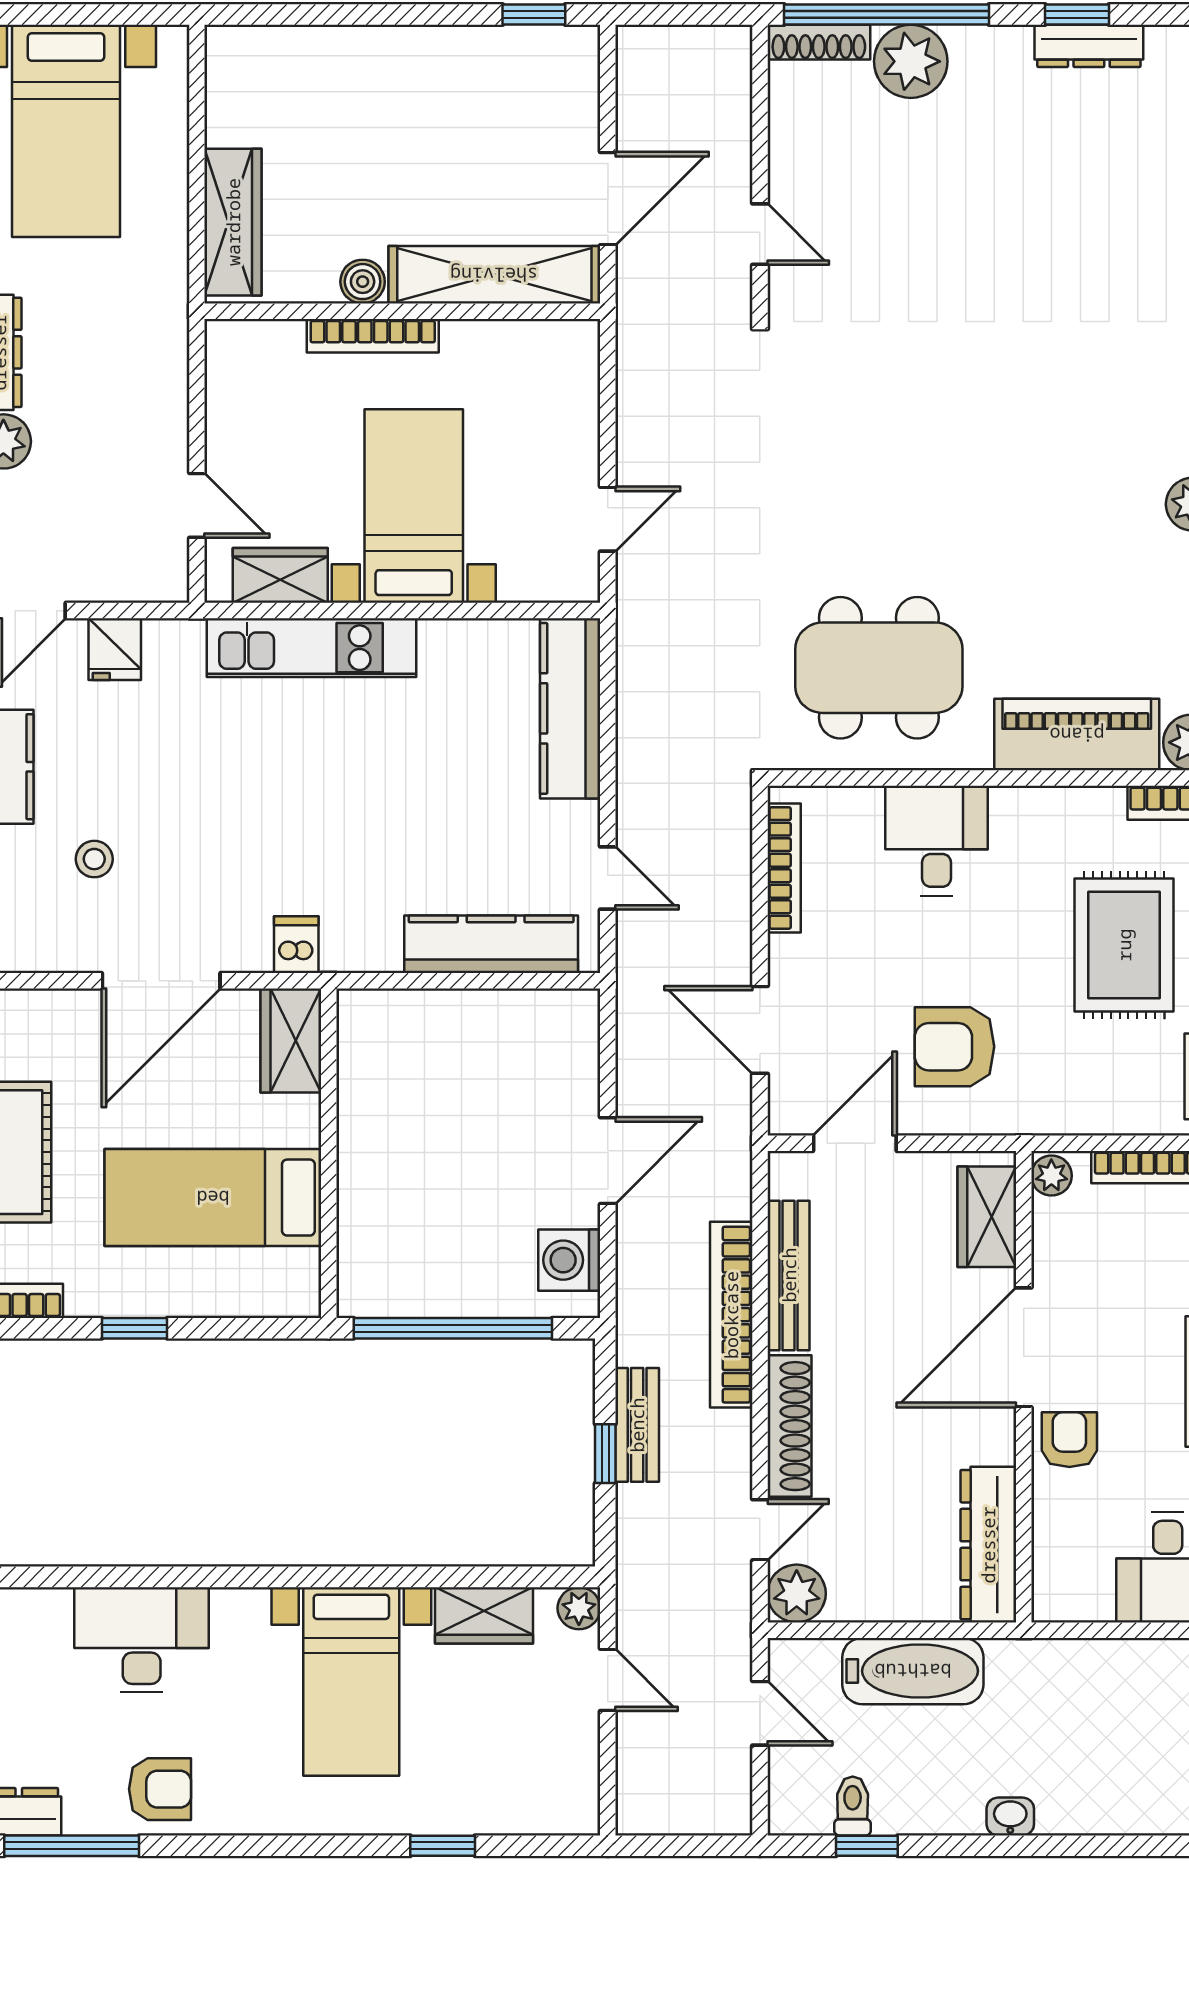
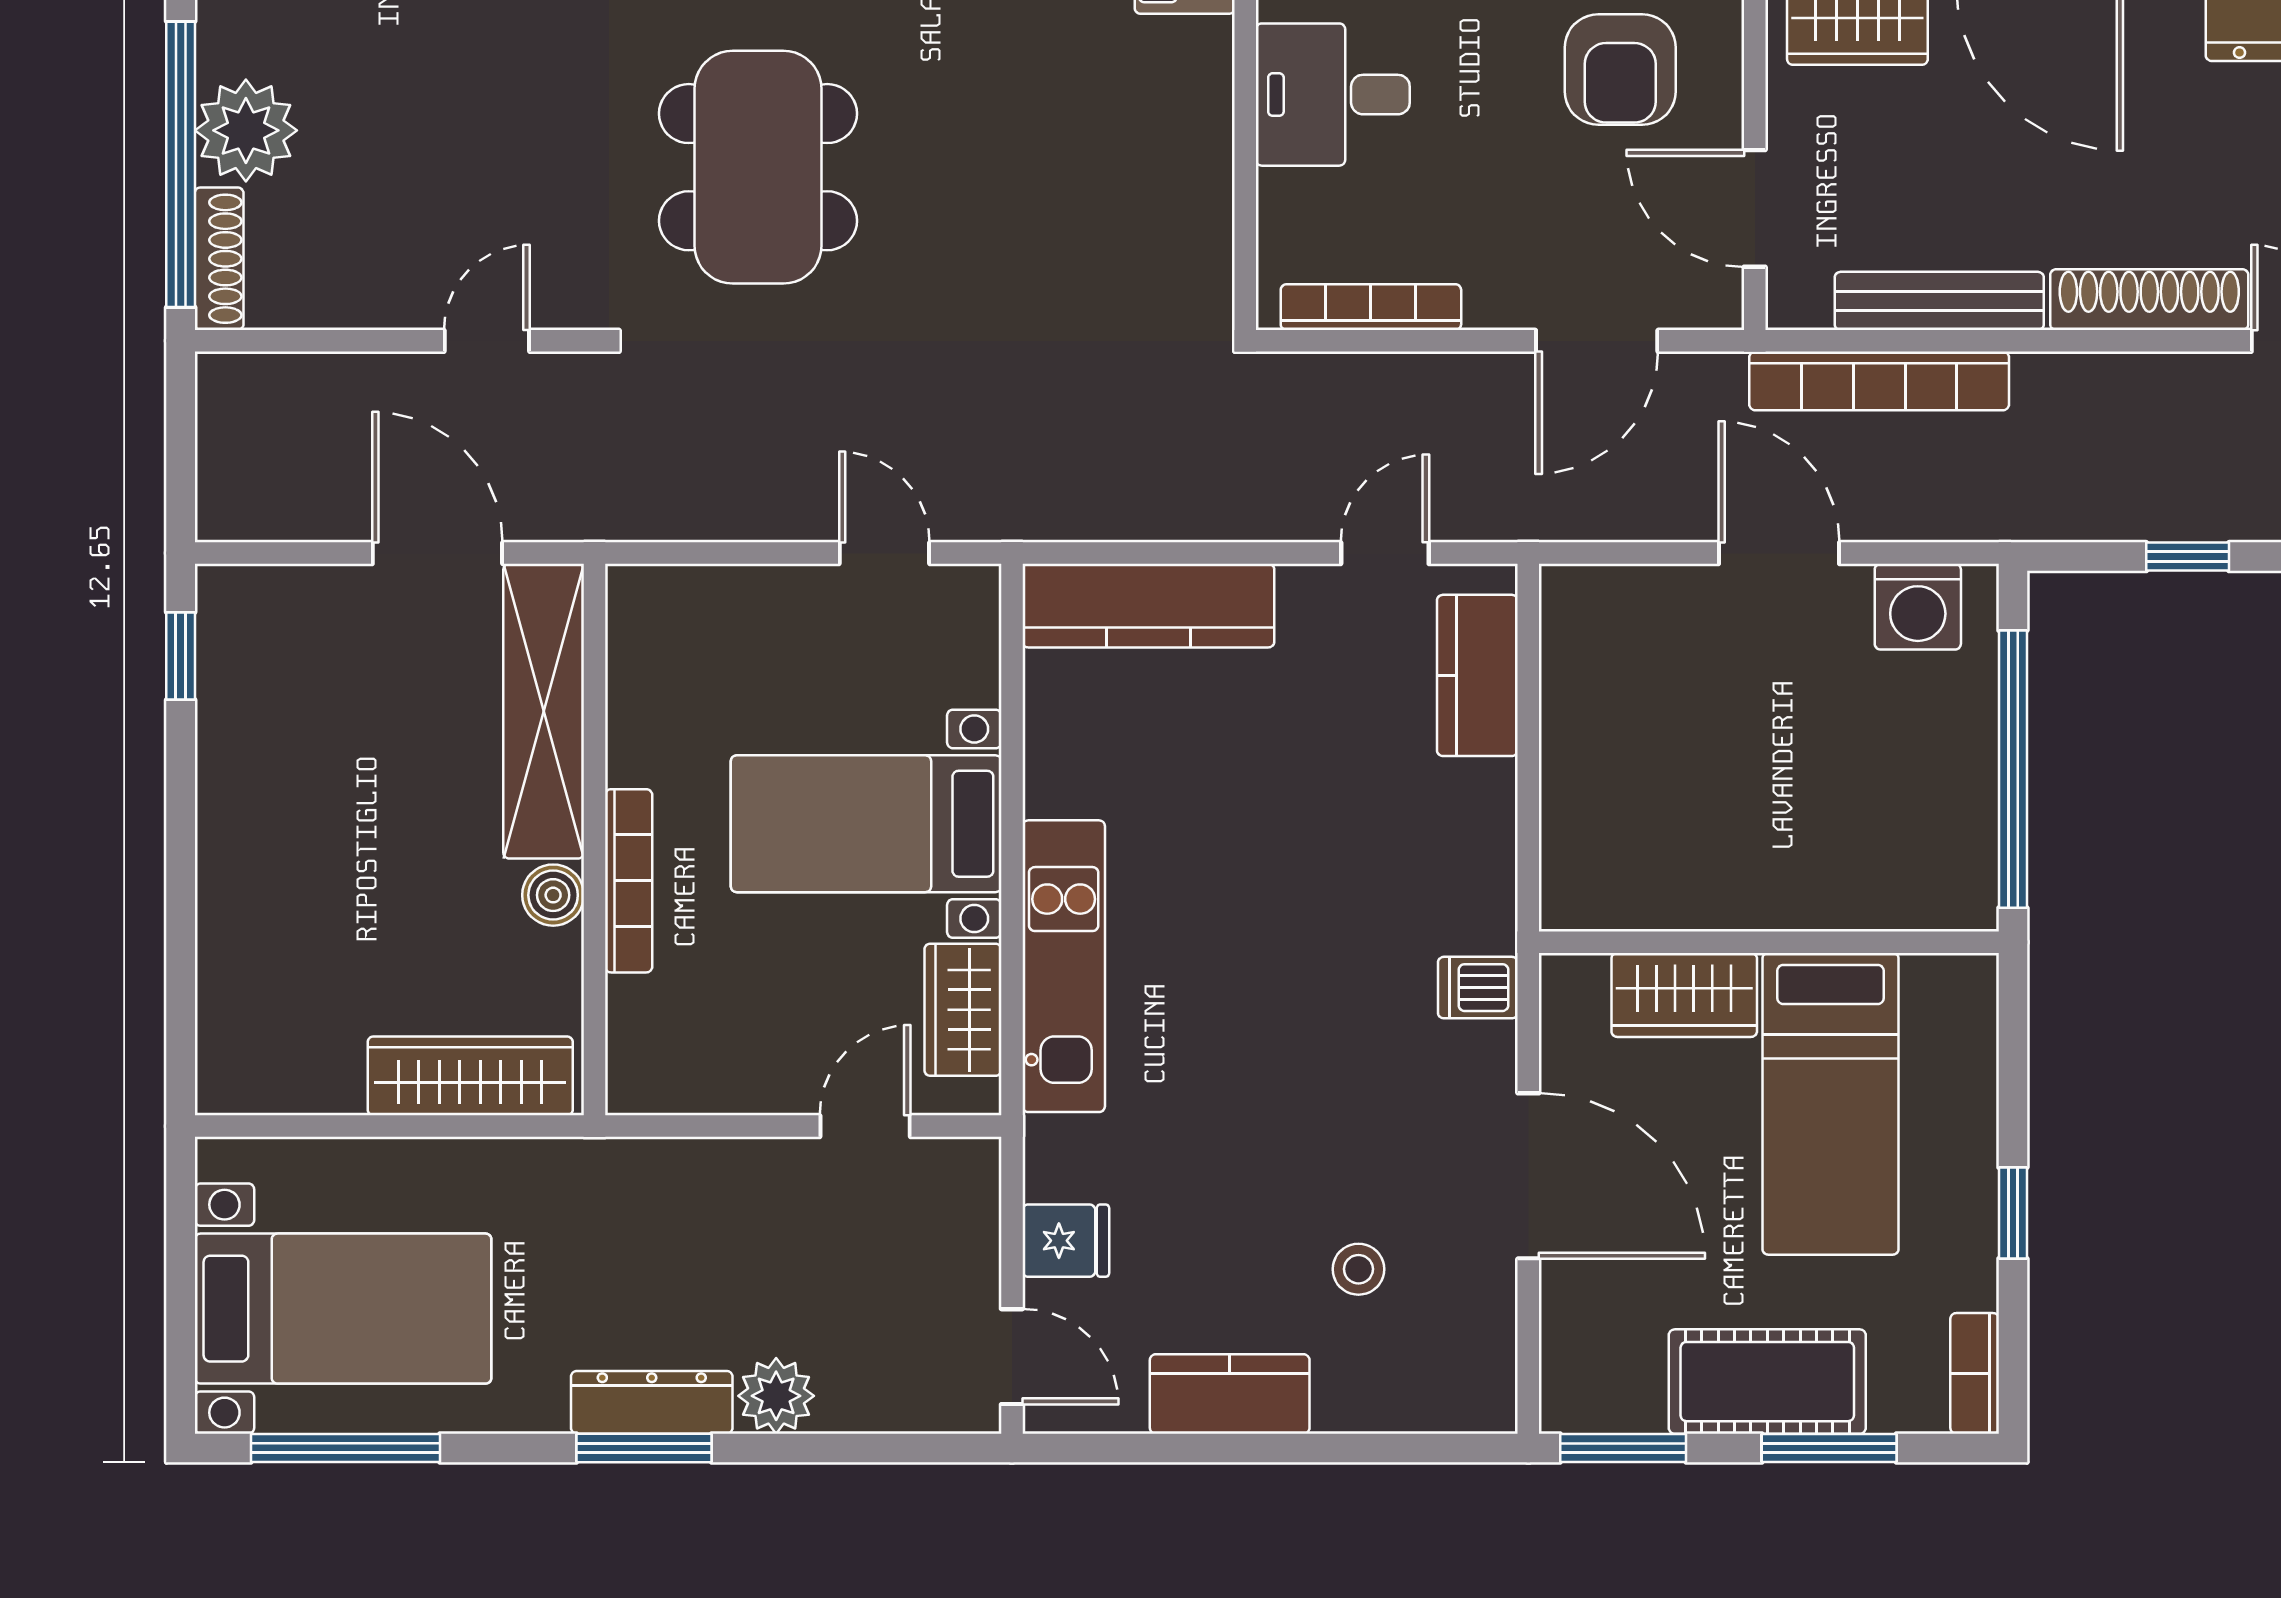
dining table: (879, 668) -> (758, 167), moved
kitchen counter: (491, 944) -> (1477, 675), width x0.67
wardrobe: (291, 1041) -> (1684, 995), moved
bookcase: (731, 1315) -> (1879, 381), moved
bench: (637, 1425) -> (2148, 512), removed

